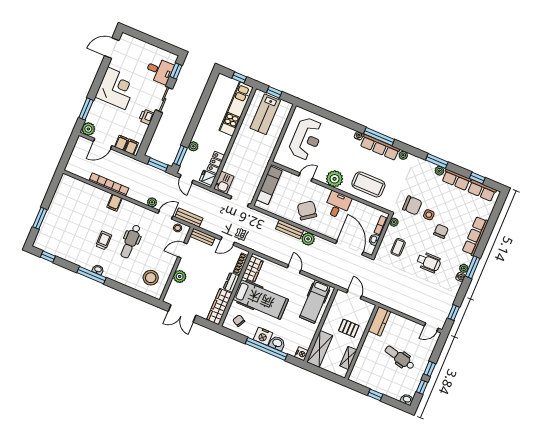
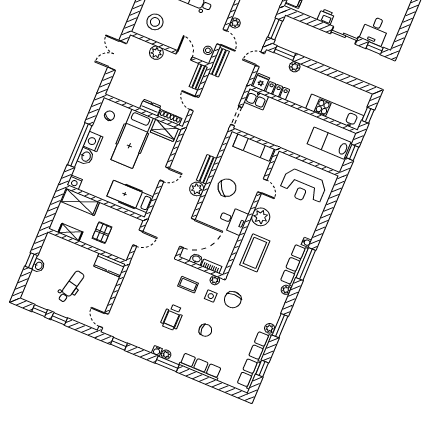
side table: (429, 215) -> (211, 296), moved
wardrobe: (219, 307) -> (124, 95), removed
washbasin: (407, 399) -> (39, 266), moved

